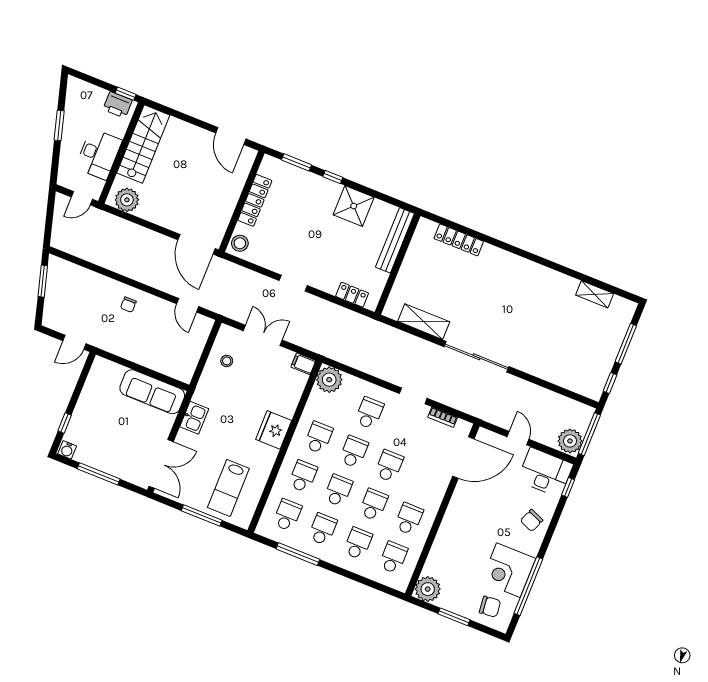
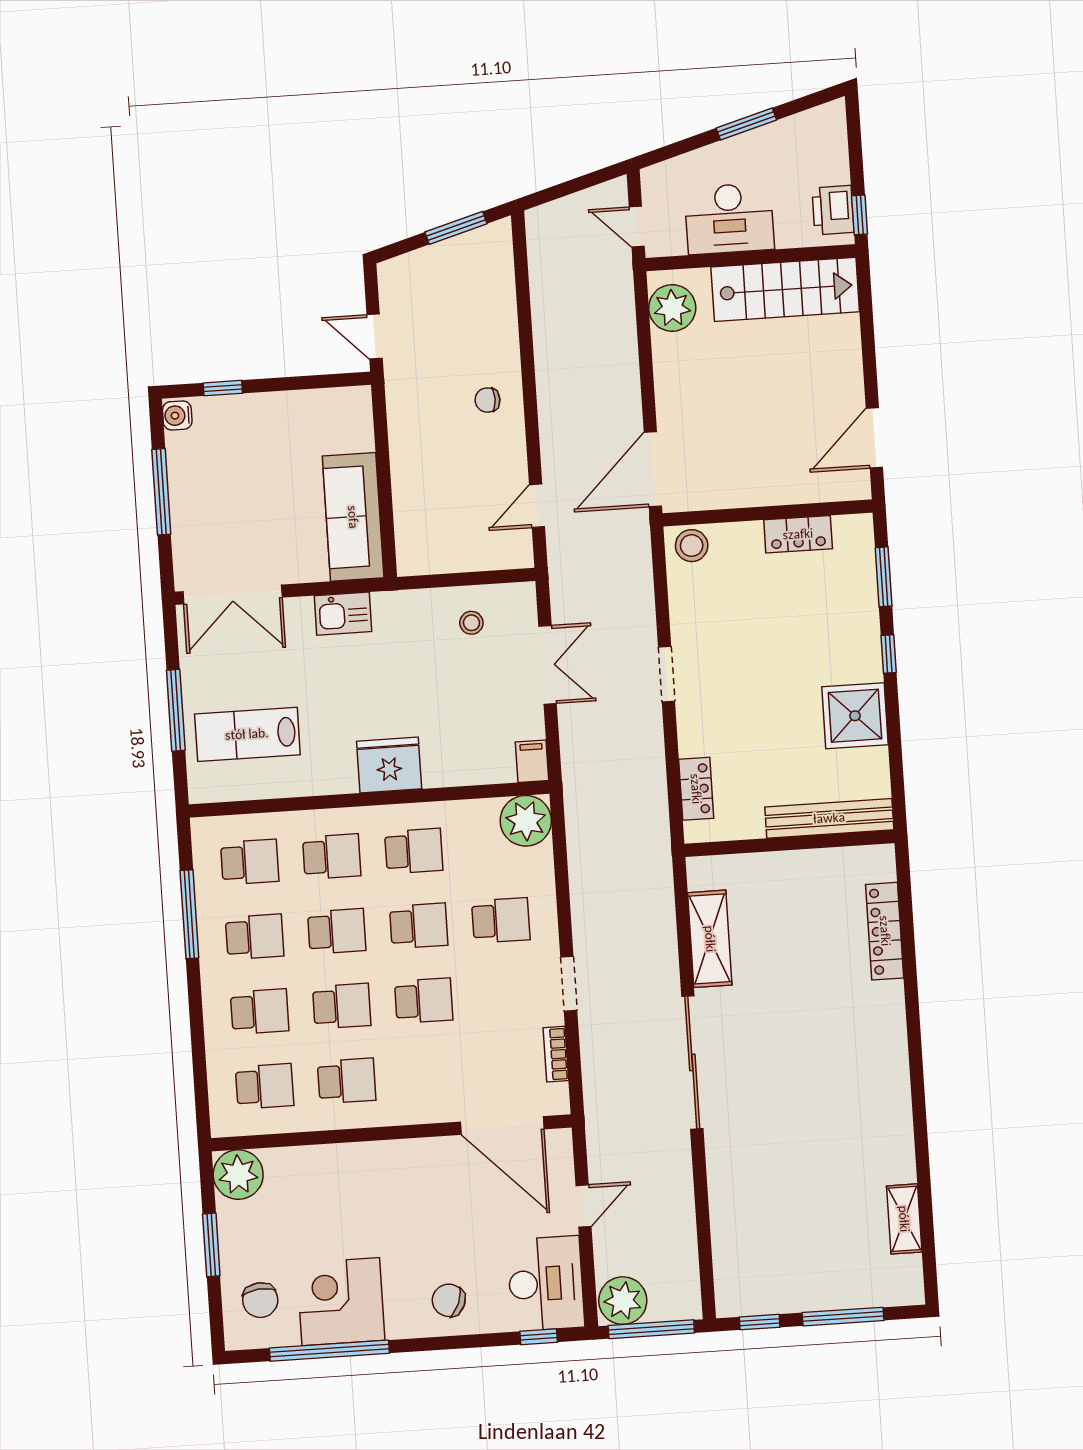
locker: (255, 200) -> (798, 534), width x0.66

